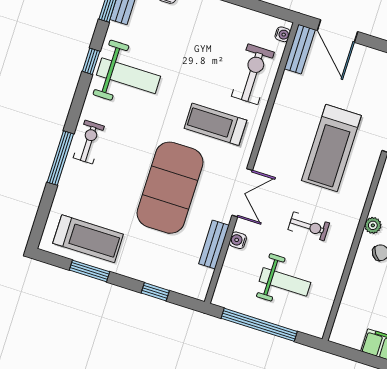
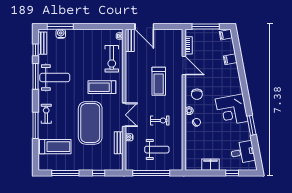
window: (91, 61) -> (35, 76), width x2.17
exercise bike: (253, 74) -> (112, 59), turned 180
treadmill: (331, 148) -> (159, 81), width x0.73, depth x0.73
treadmill: (88, 239) -> (55, 147), moved
window: (89, 271) -> (65, 173), width x1.44

